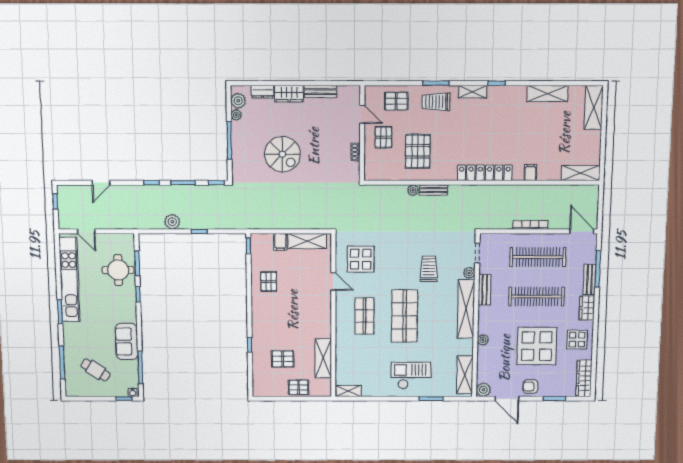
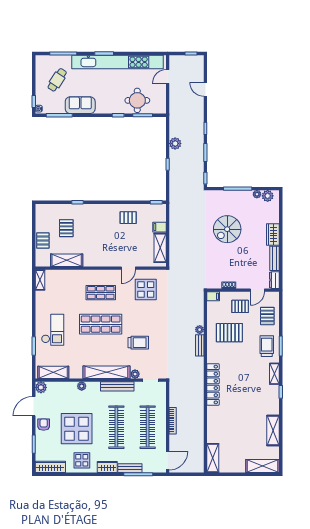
dresser: (262, 92) -> (274, 280), moved
filing cabinet: (530, 173) -> (213, 296), moved
kitchen unit: (69, 280) -> (118, 62), width x1.36
bench: (484, 290) -> (117, 386), width x1.36

